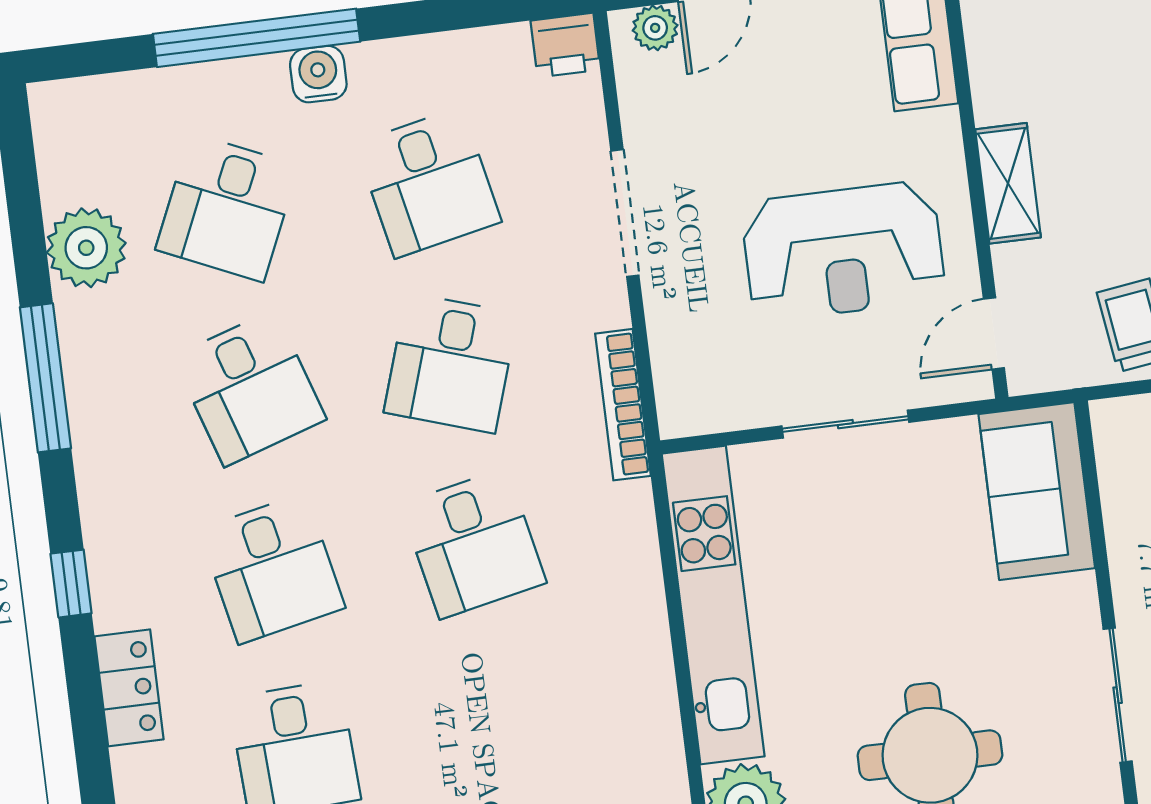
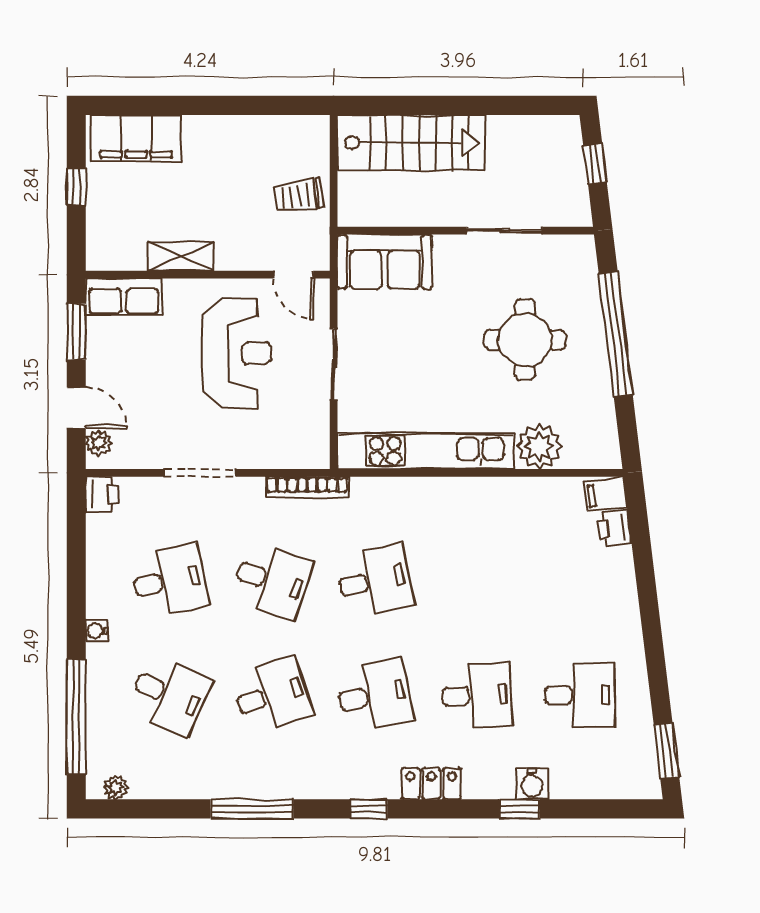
window: (257, 38) -> (76, 717), moved
water cooler: (318, 74) -> (97, 631), width x0.72, depth x0.72
shelving: (1008, 183) -> (181, 256), moved
plant: (86, 248) -> (115, 787), moved, width x0.53, depth x0.53

